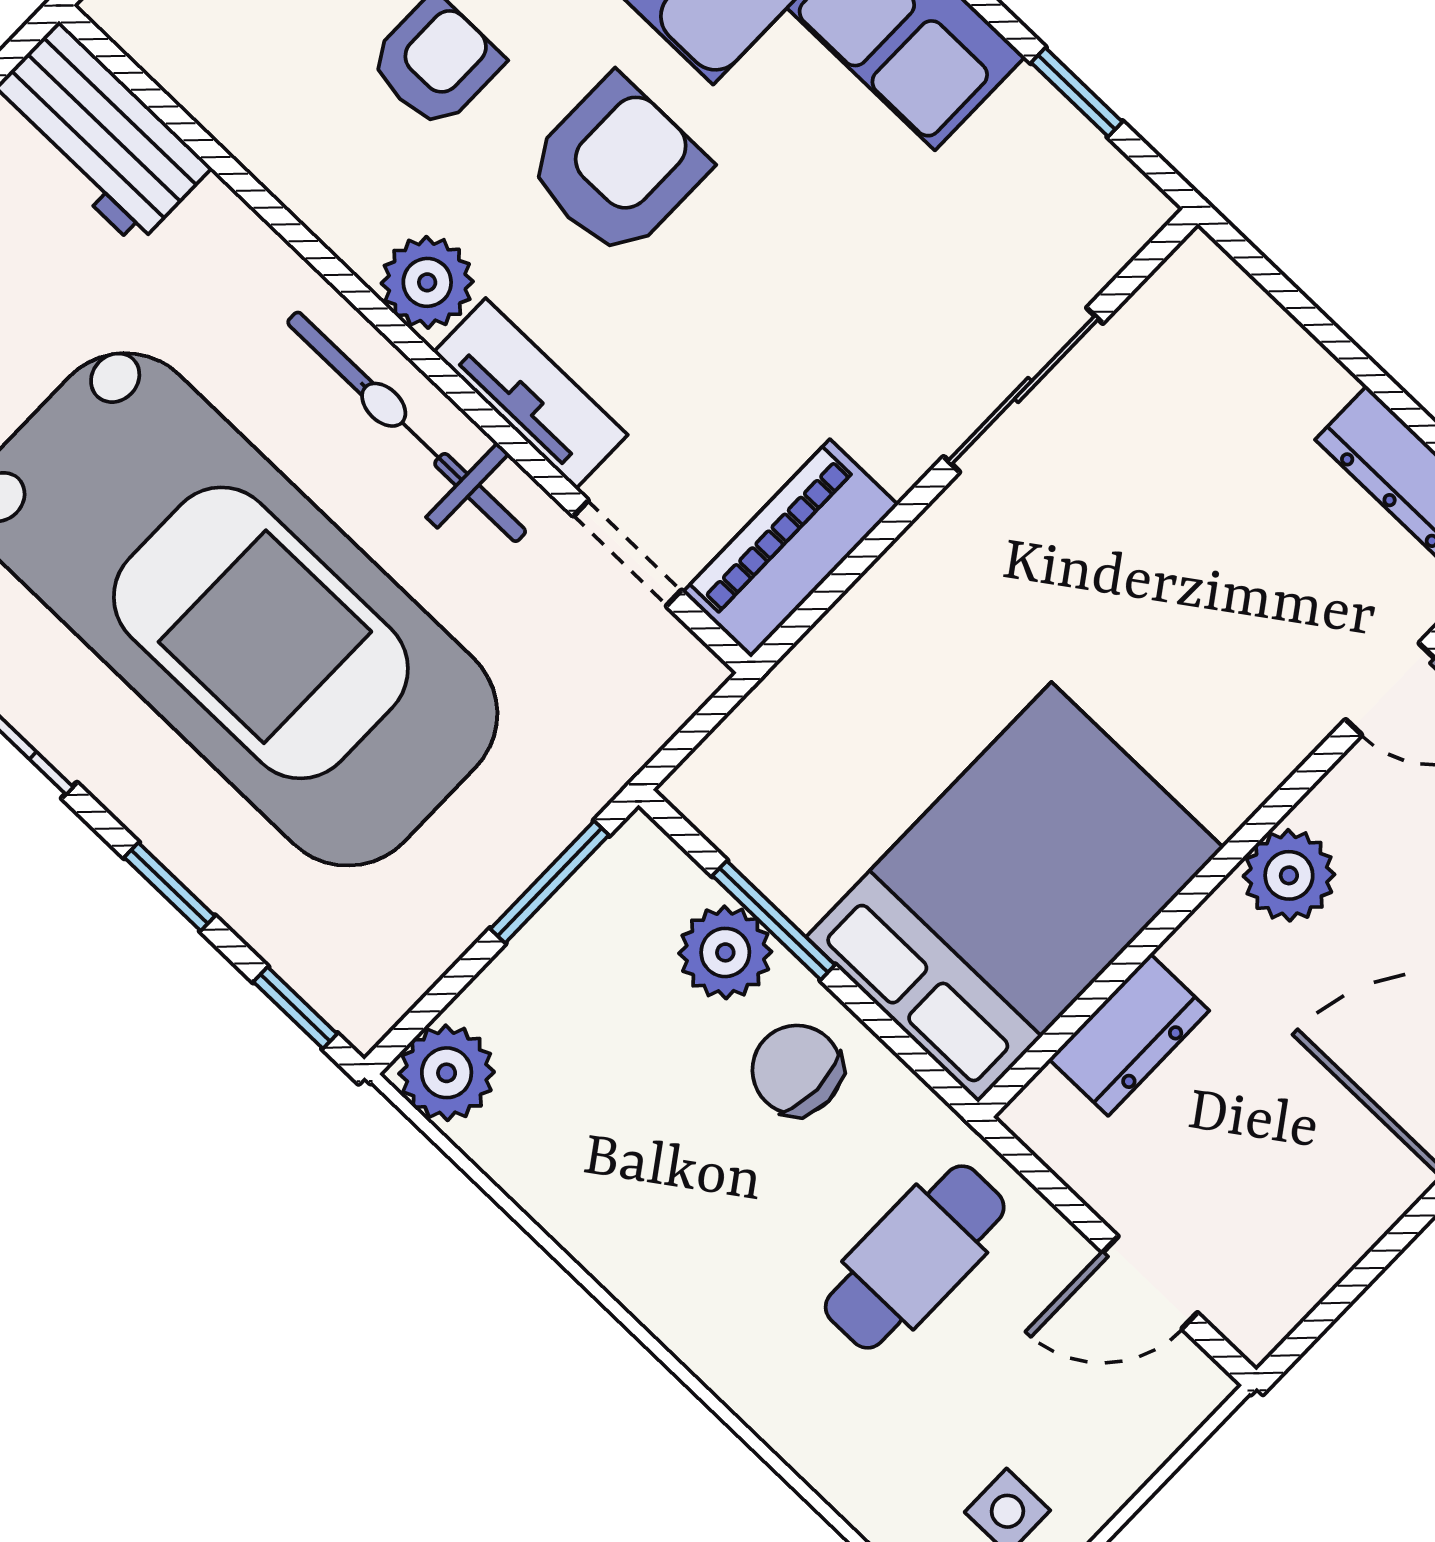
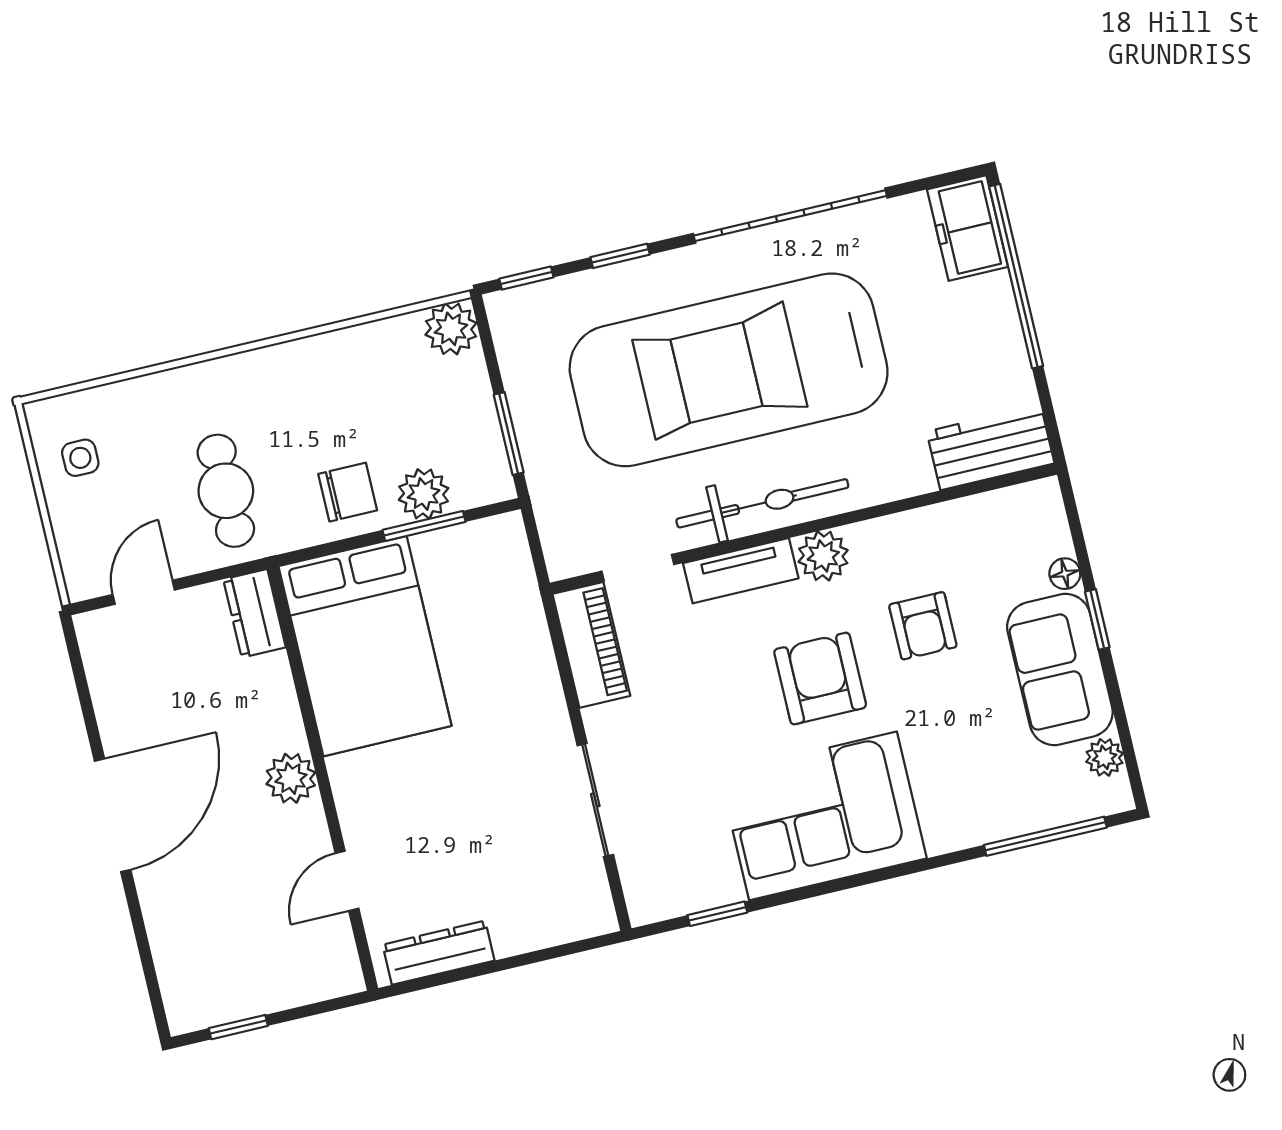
armchair: (617, 167) -> (820, 678), turned 180
dresser: (1129, 1035) -> (255, 613), moved

